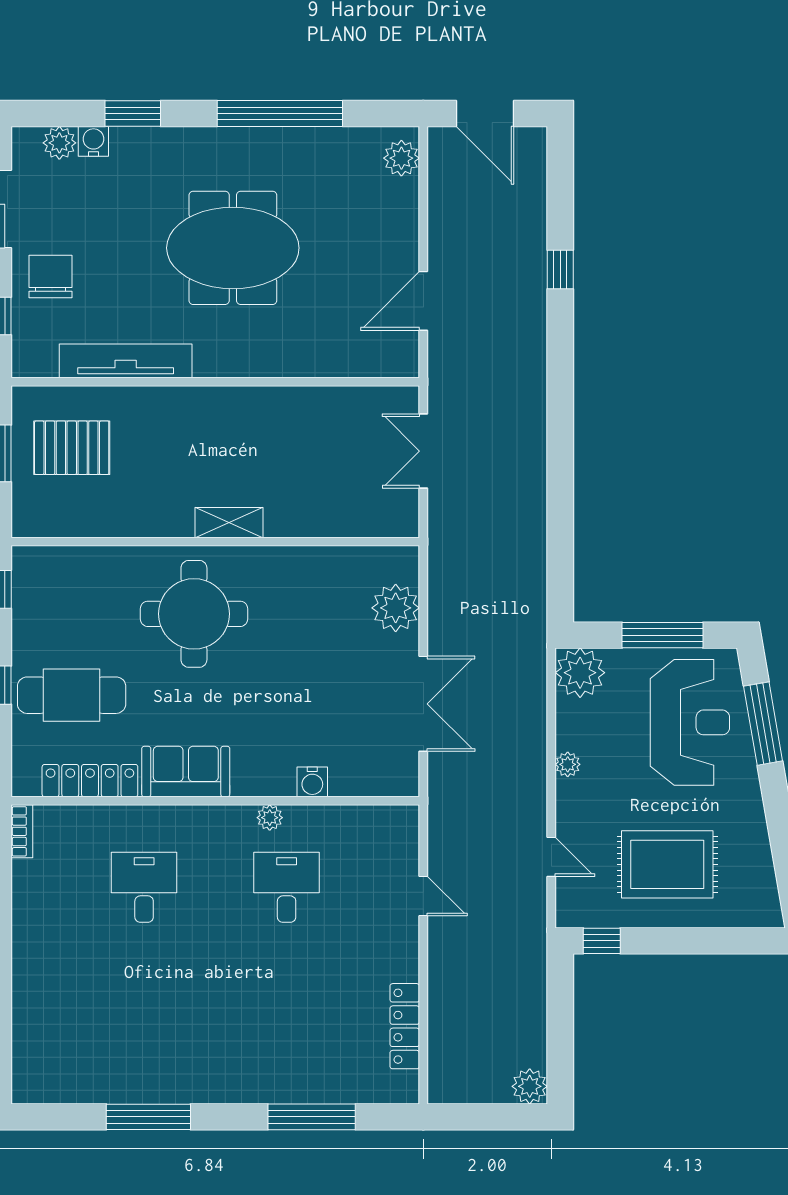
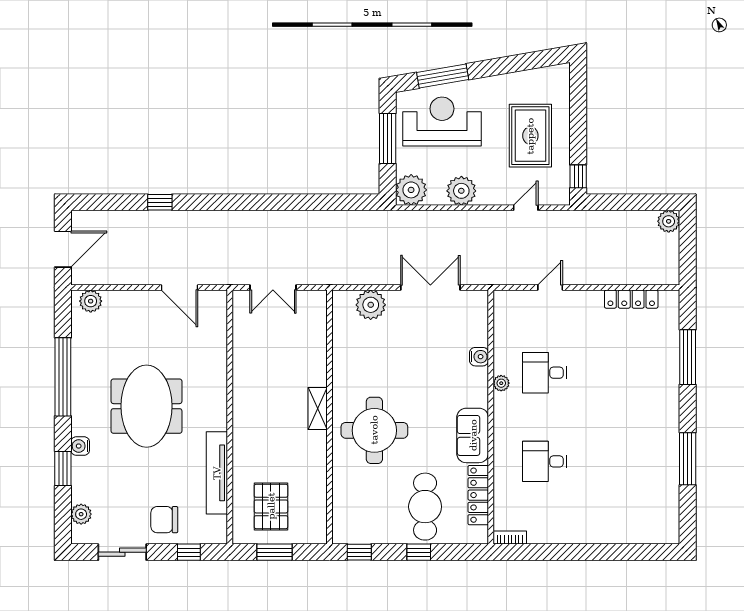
water cooler: (93, 141) -> (80, 446), moved
plant: (568, 764) -> (461, 191), width x1.88, depth x1.88

